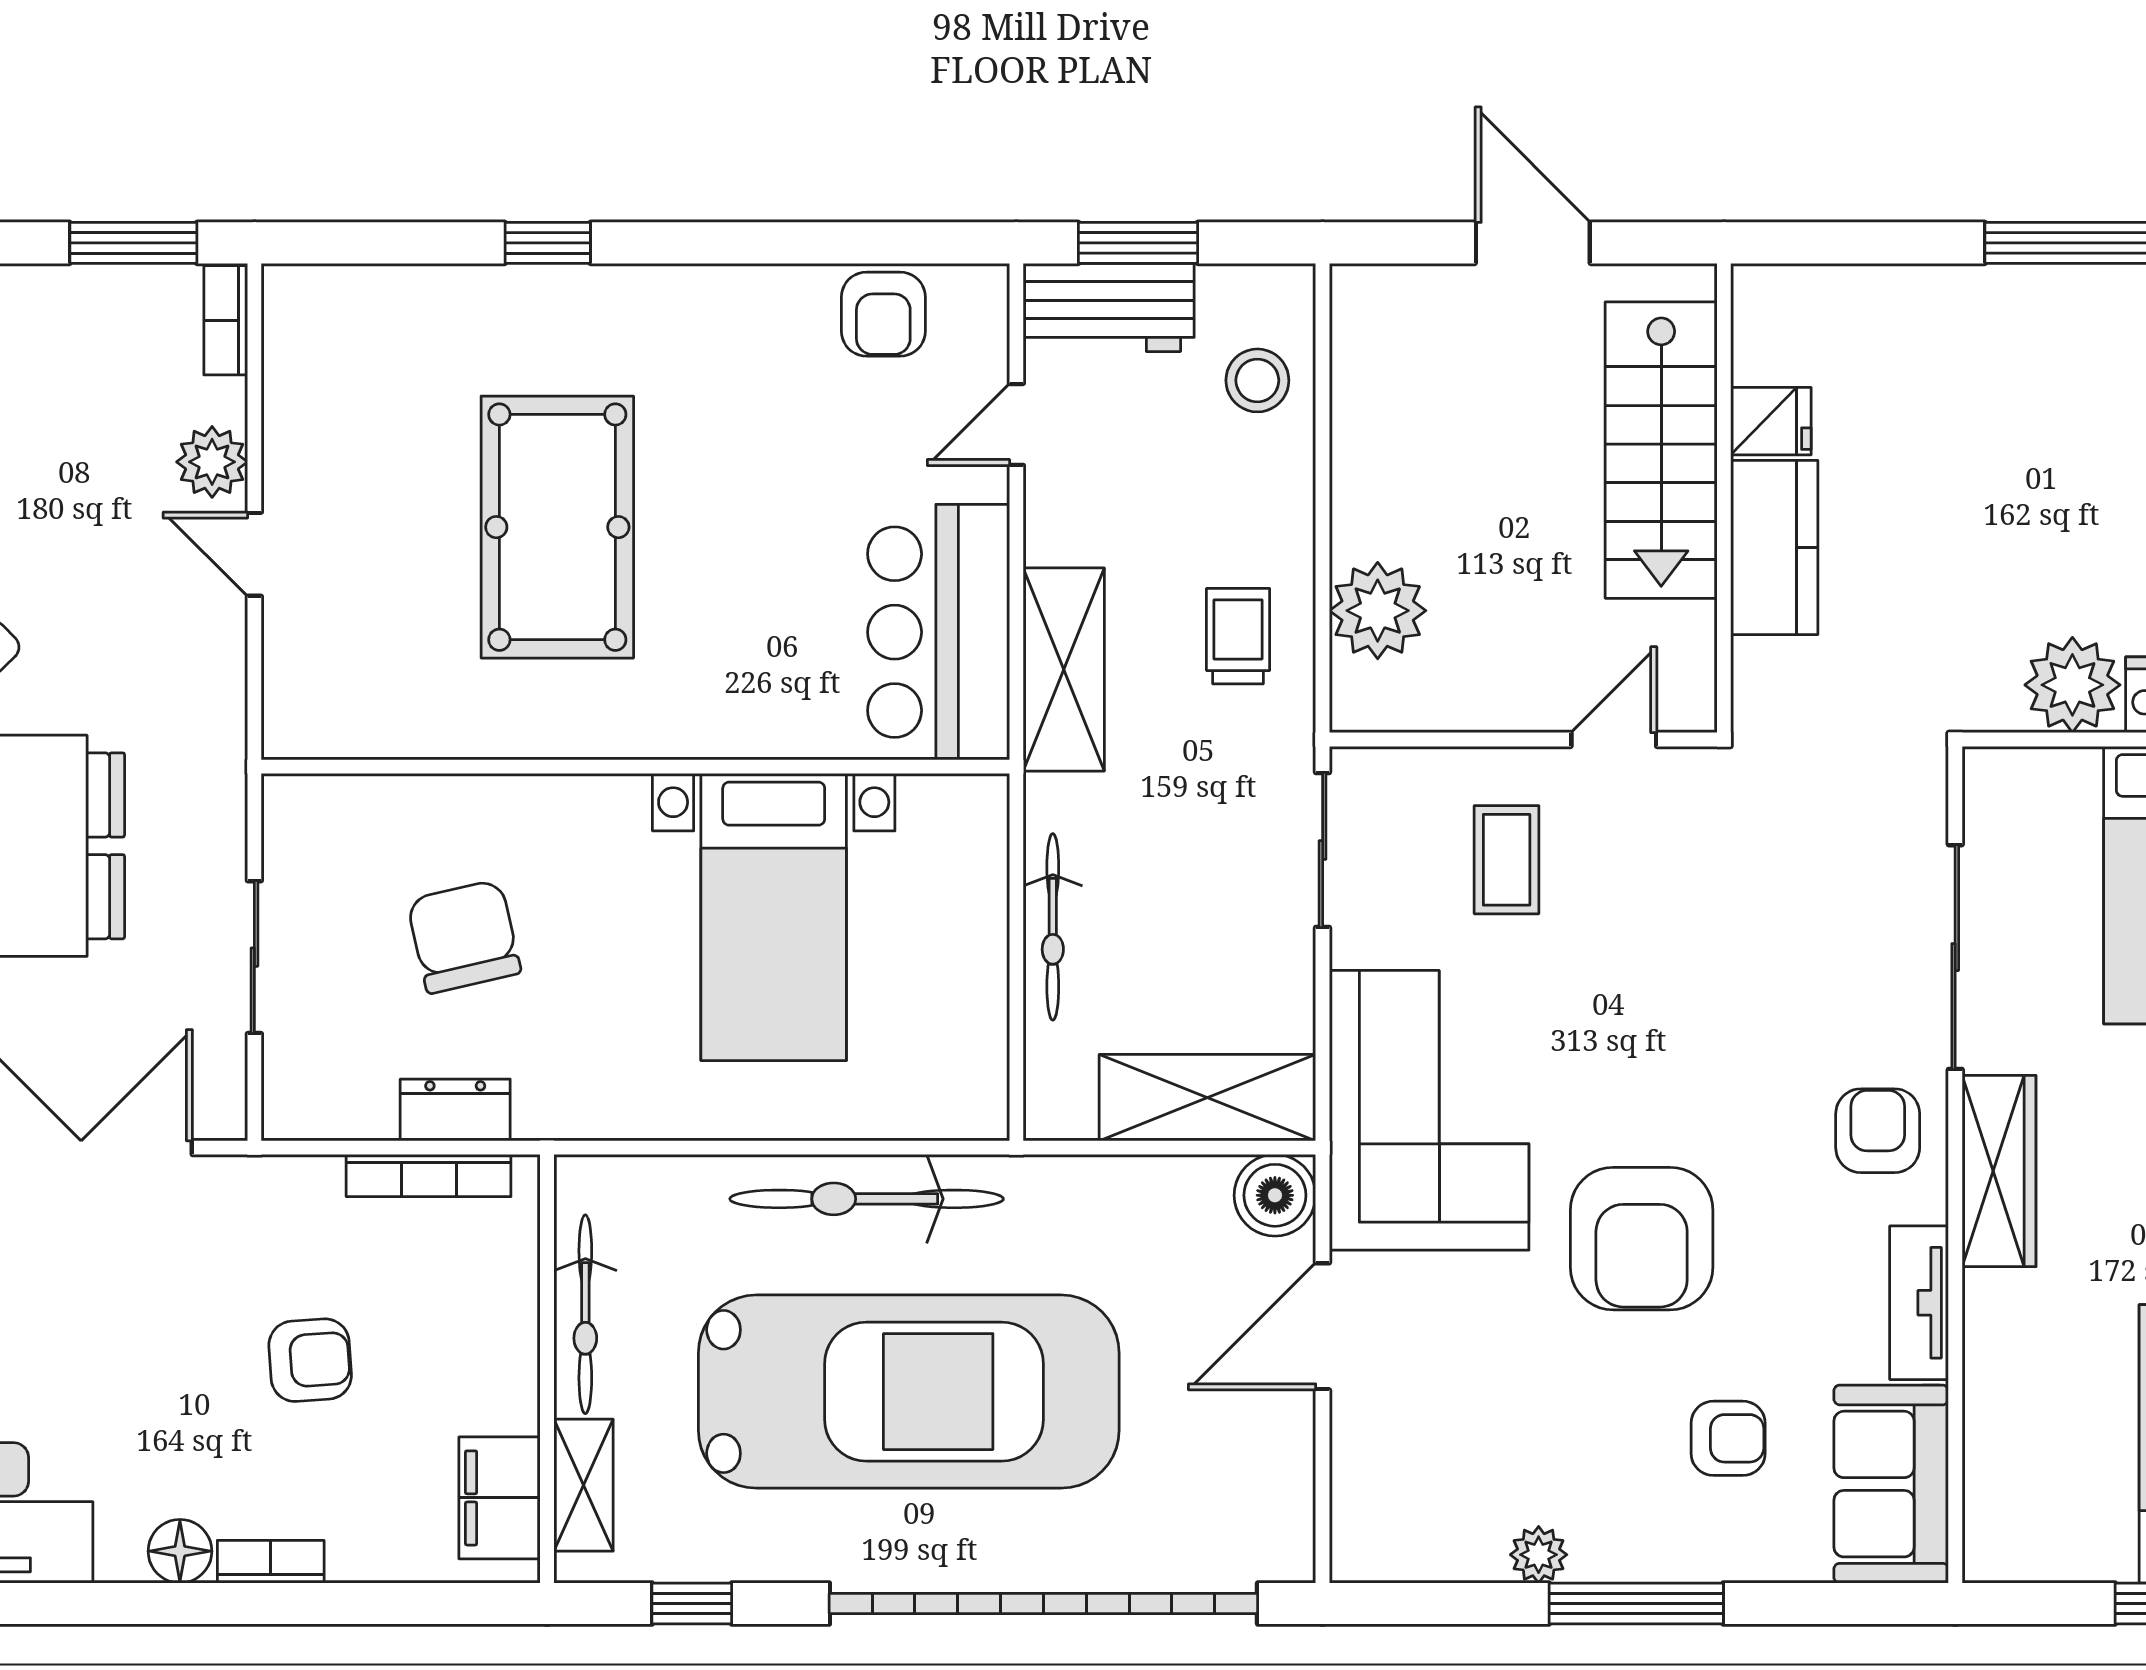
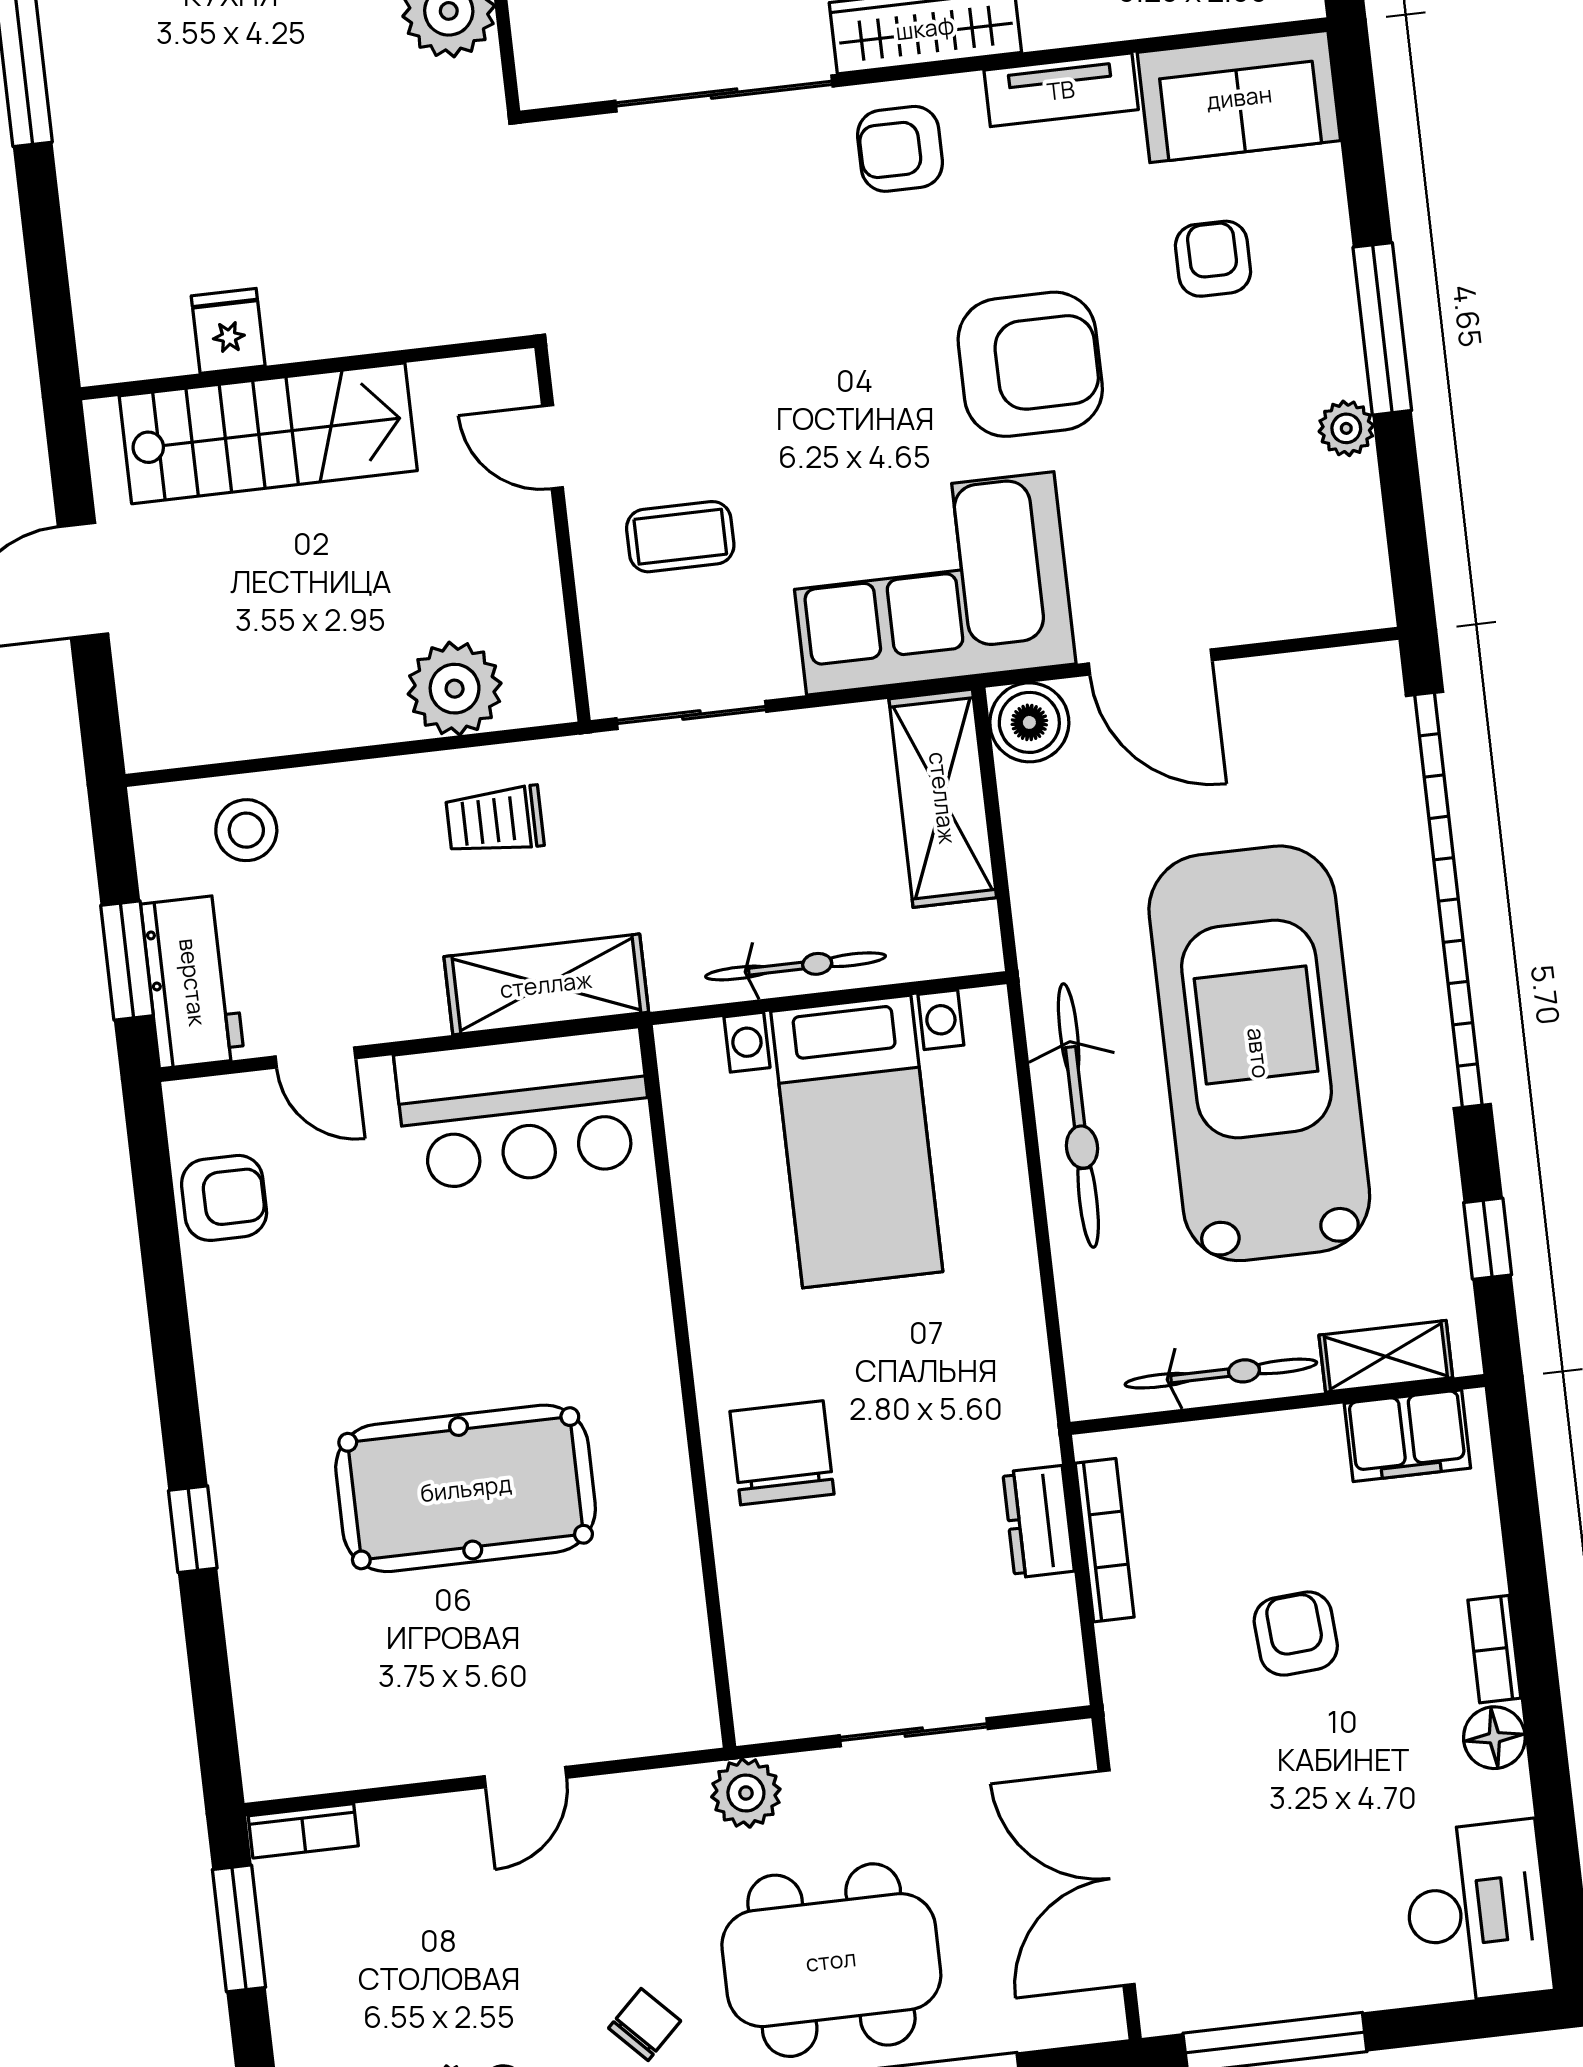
plant: (212, 462) -> (746, 1793), moved
kitchen counter: (1774, 547) -> (350, 314), removed
bed with nightstands: (774, 917) -> (857, 1142), moved, turned 90
chair: (464, 937) -> (782, 1453), moved, turned 103

